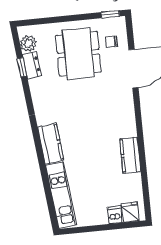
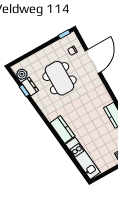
dining table: (78, 54) -> (59, 78), moved

